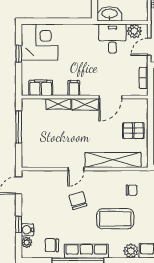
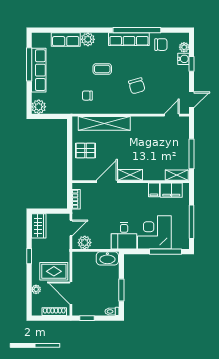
window: (47, 21) -> (166, 252), added
desk: (112, 38) -> (124, 236), moved
corner desk: (39, 42) -> (154, 232), moved, turned 90
window: (19, 54) -> (192, 222), width x2.17
filing cabinet: (74, 88) -> (154, 190), moved
shelving: (58, 104) -> (177, 175), moved
door: (76, 169) -> (172, 115), moved
coffee table: (115, 219) -> (102, 69), width x0.54, depth x0.58

